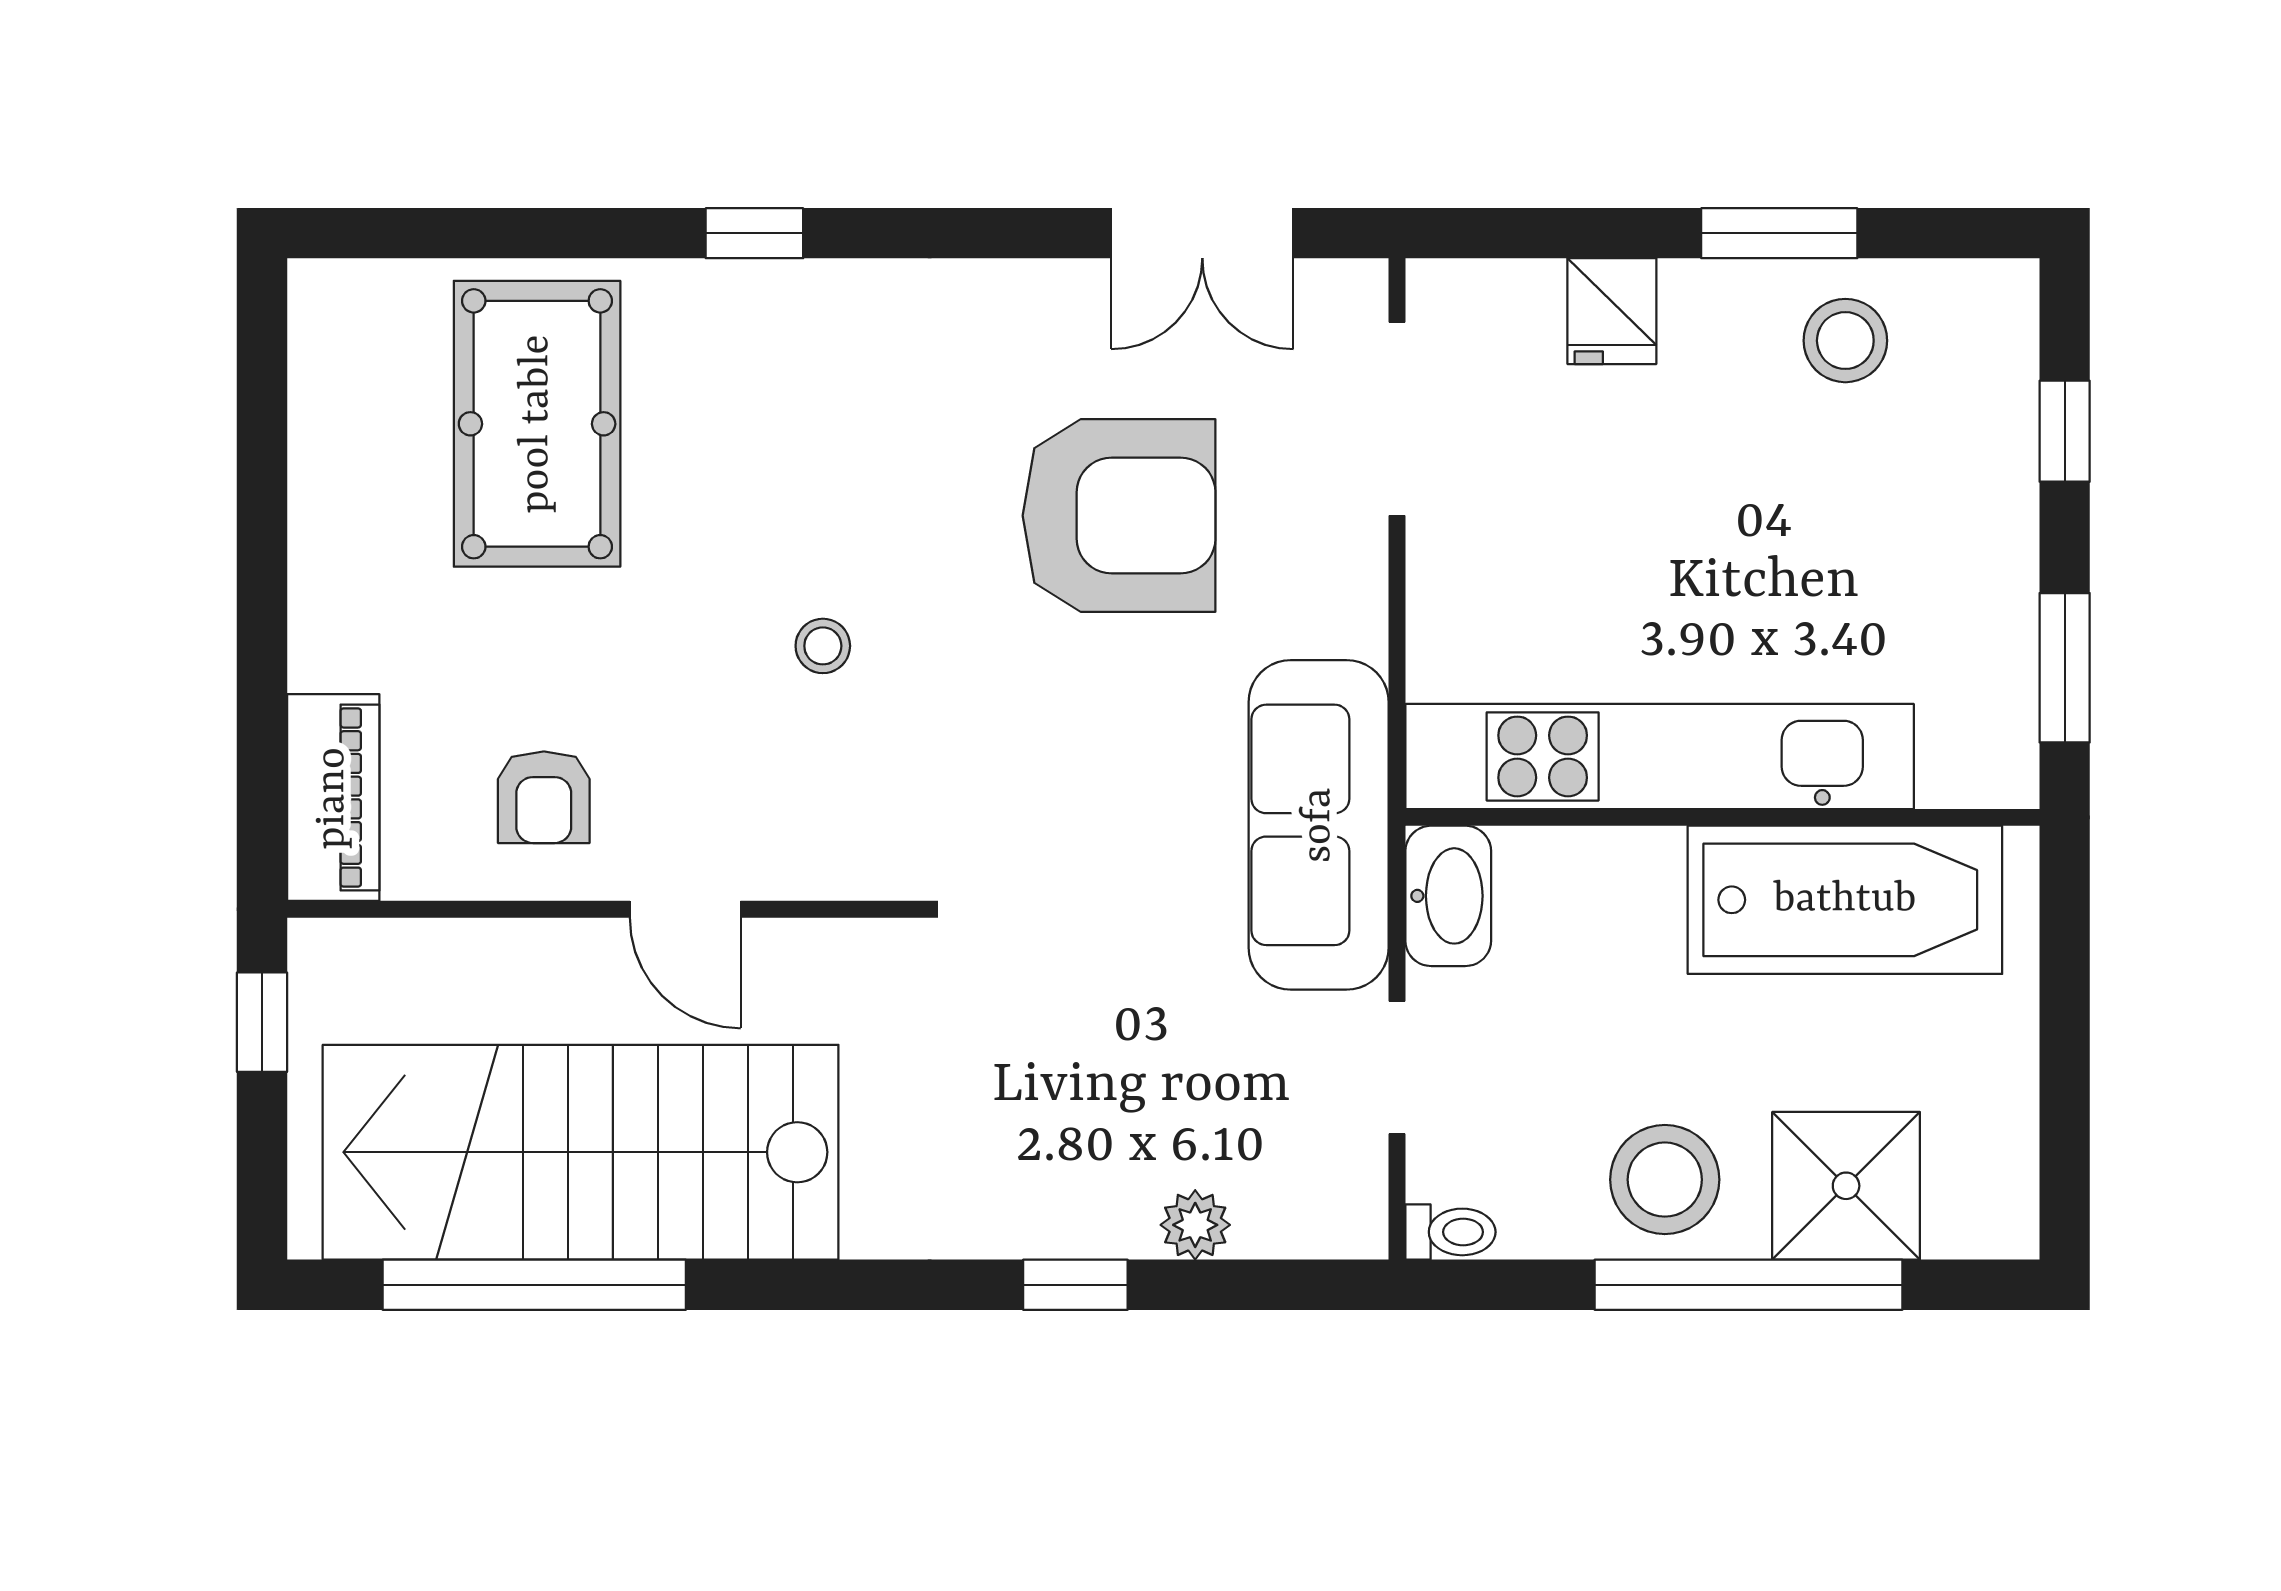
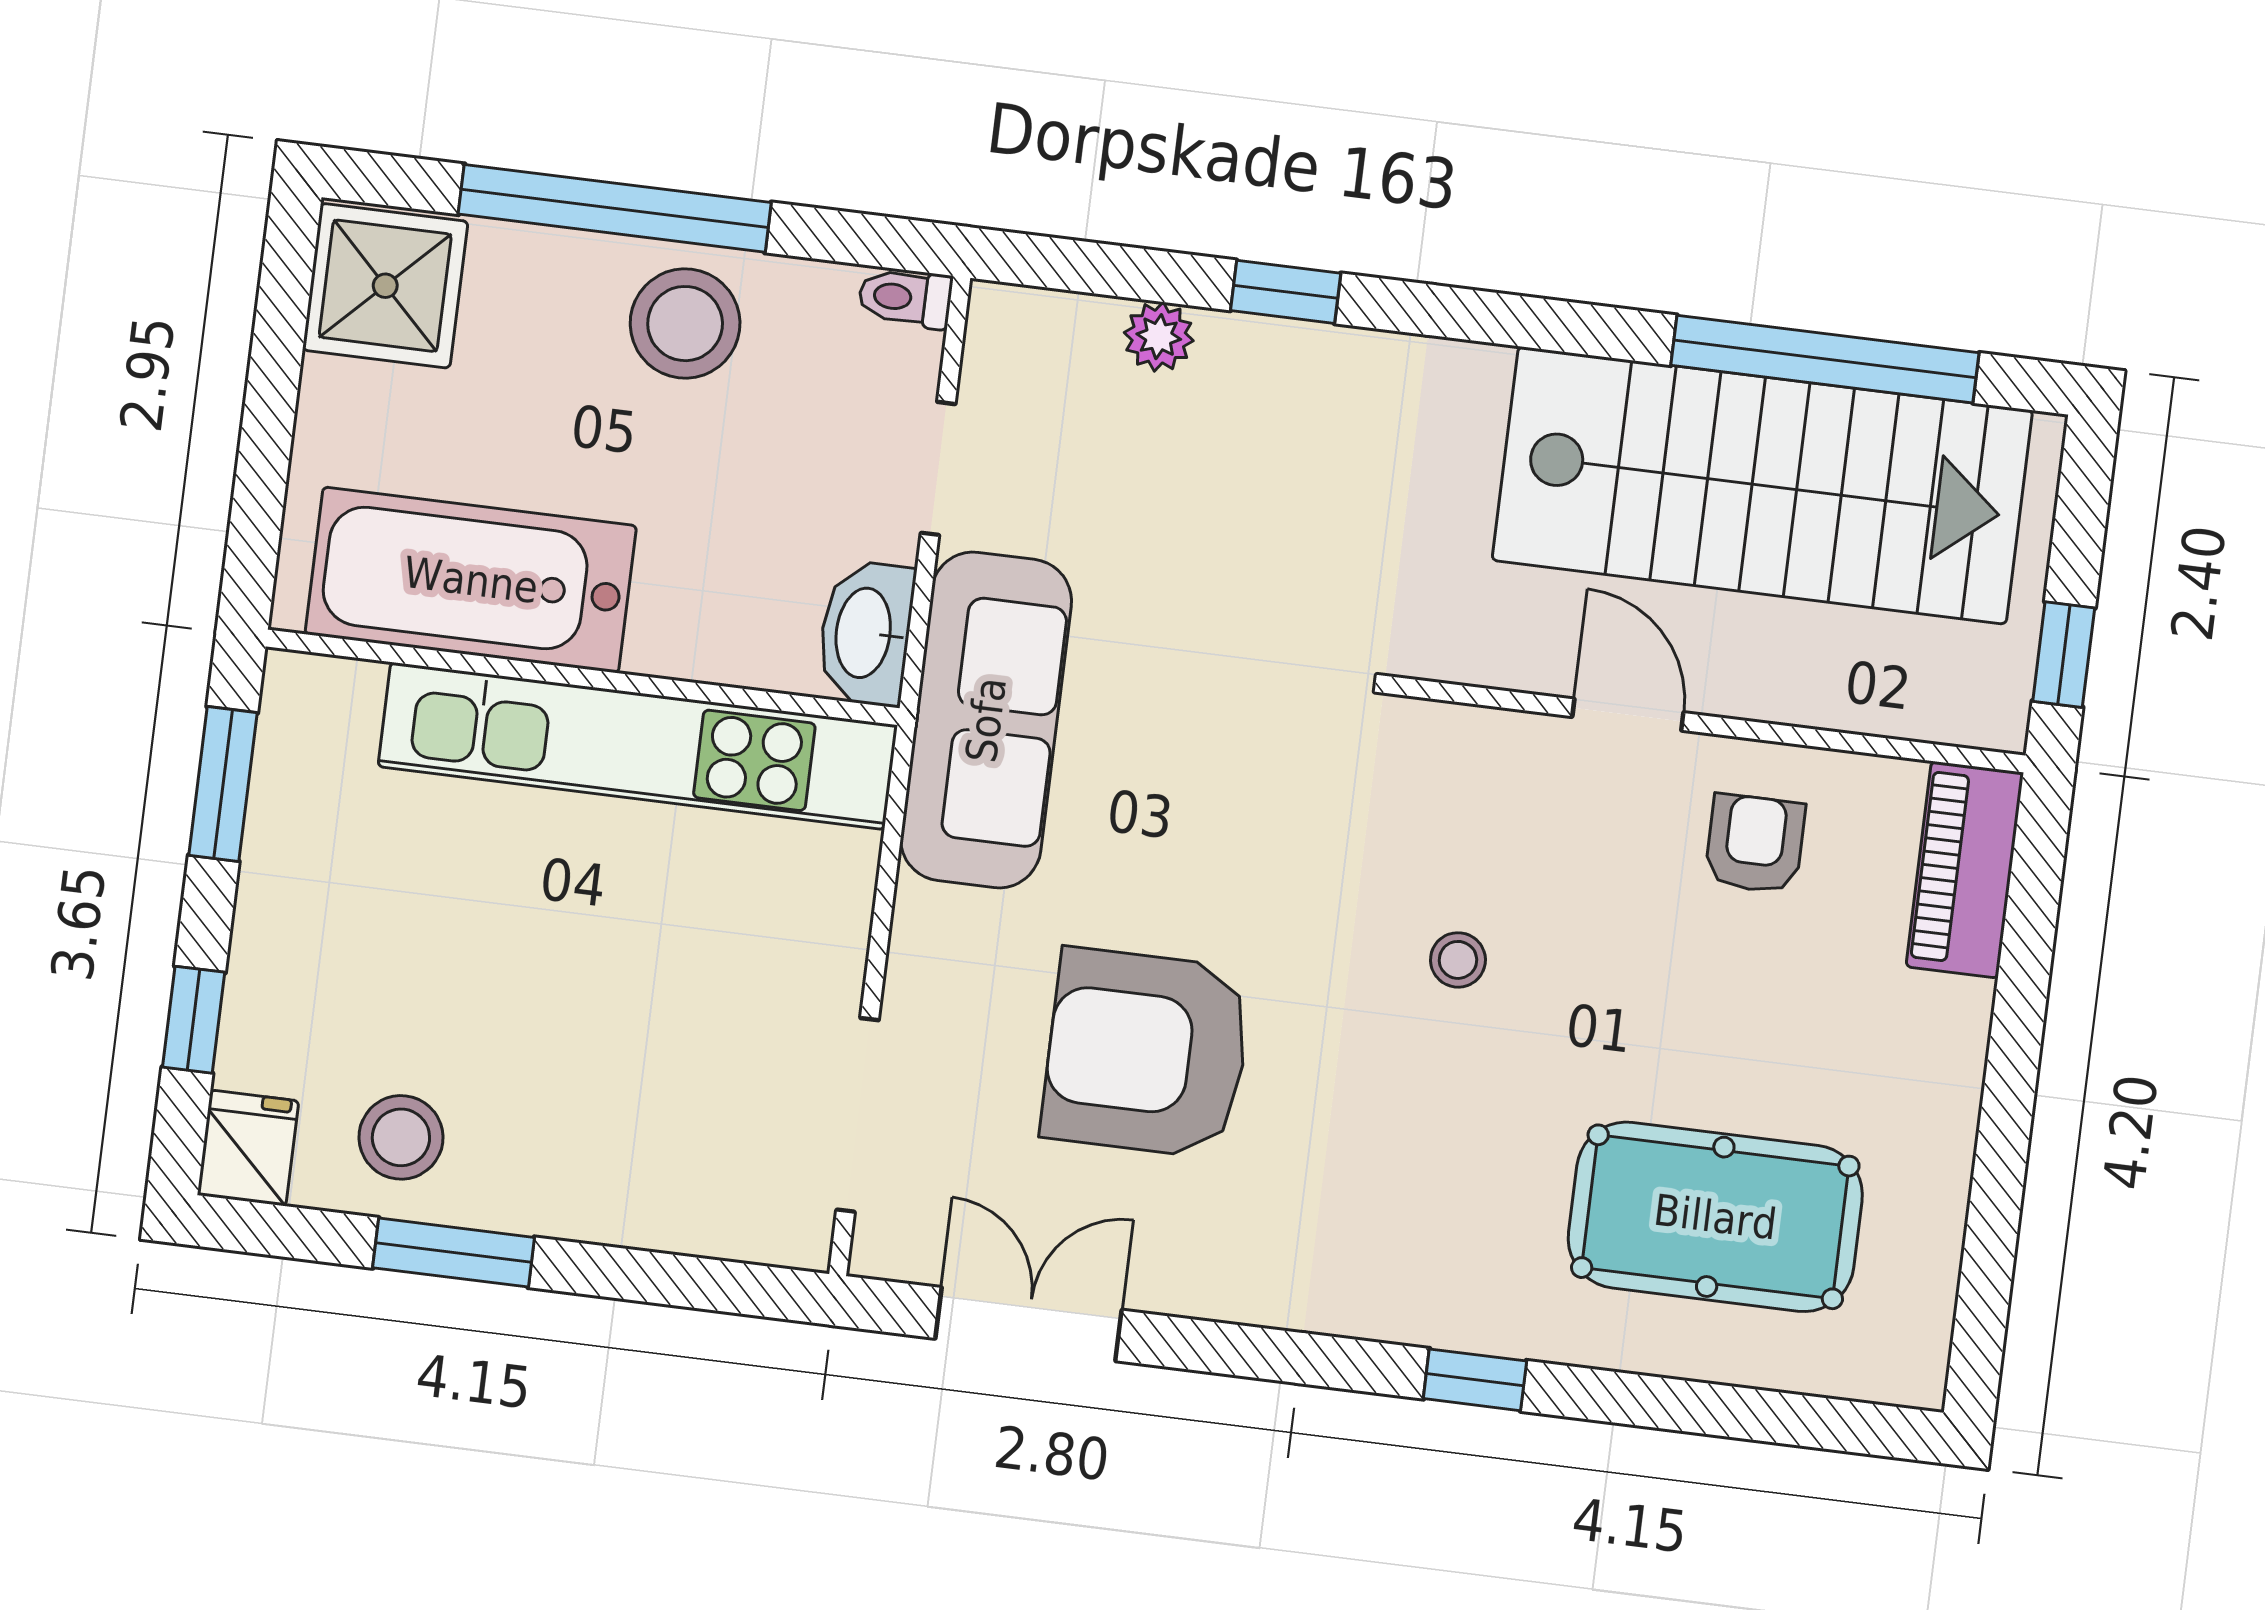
fridge: (1612, 311) -> (248, 1148), moved
pool table: (537, 424) -> (1715, 1217), turned 90
shower: (1846, 1186) -> (385, 286), moved

